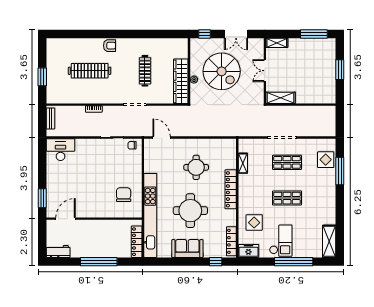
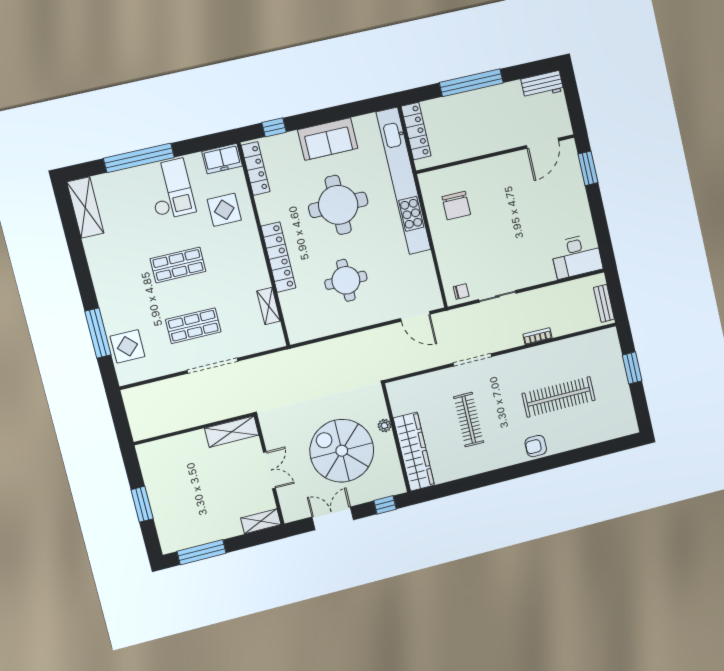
wardrobe: (181, 81) -> (414, 452), moved
checkout: (281, 241) -> (171, 189), turned 180

